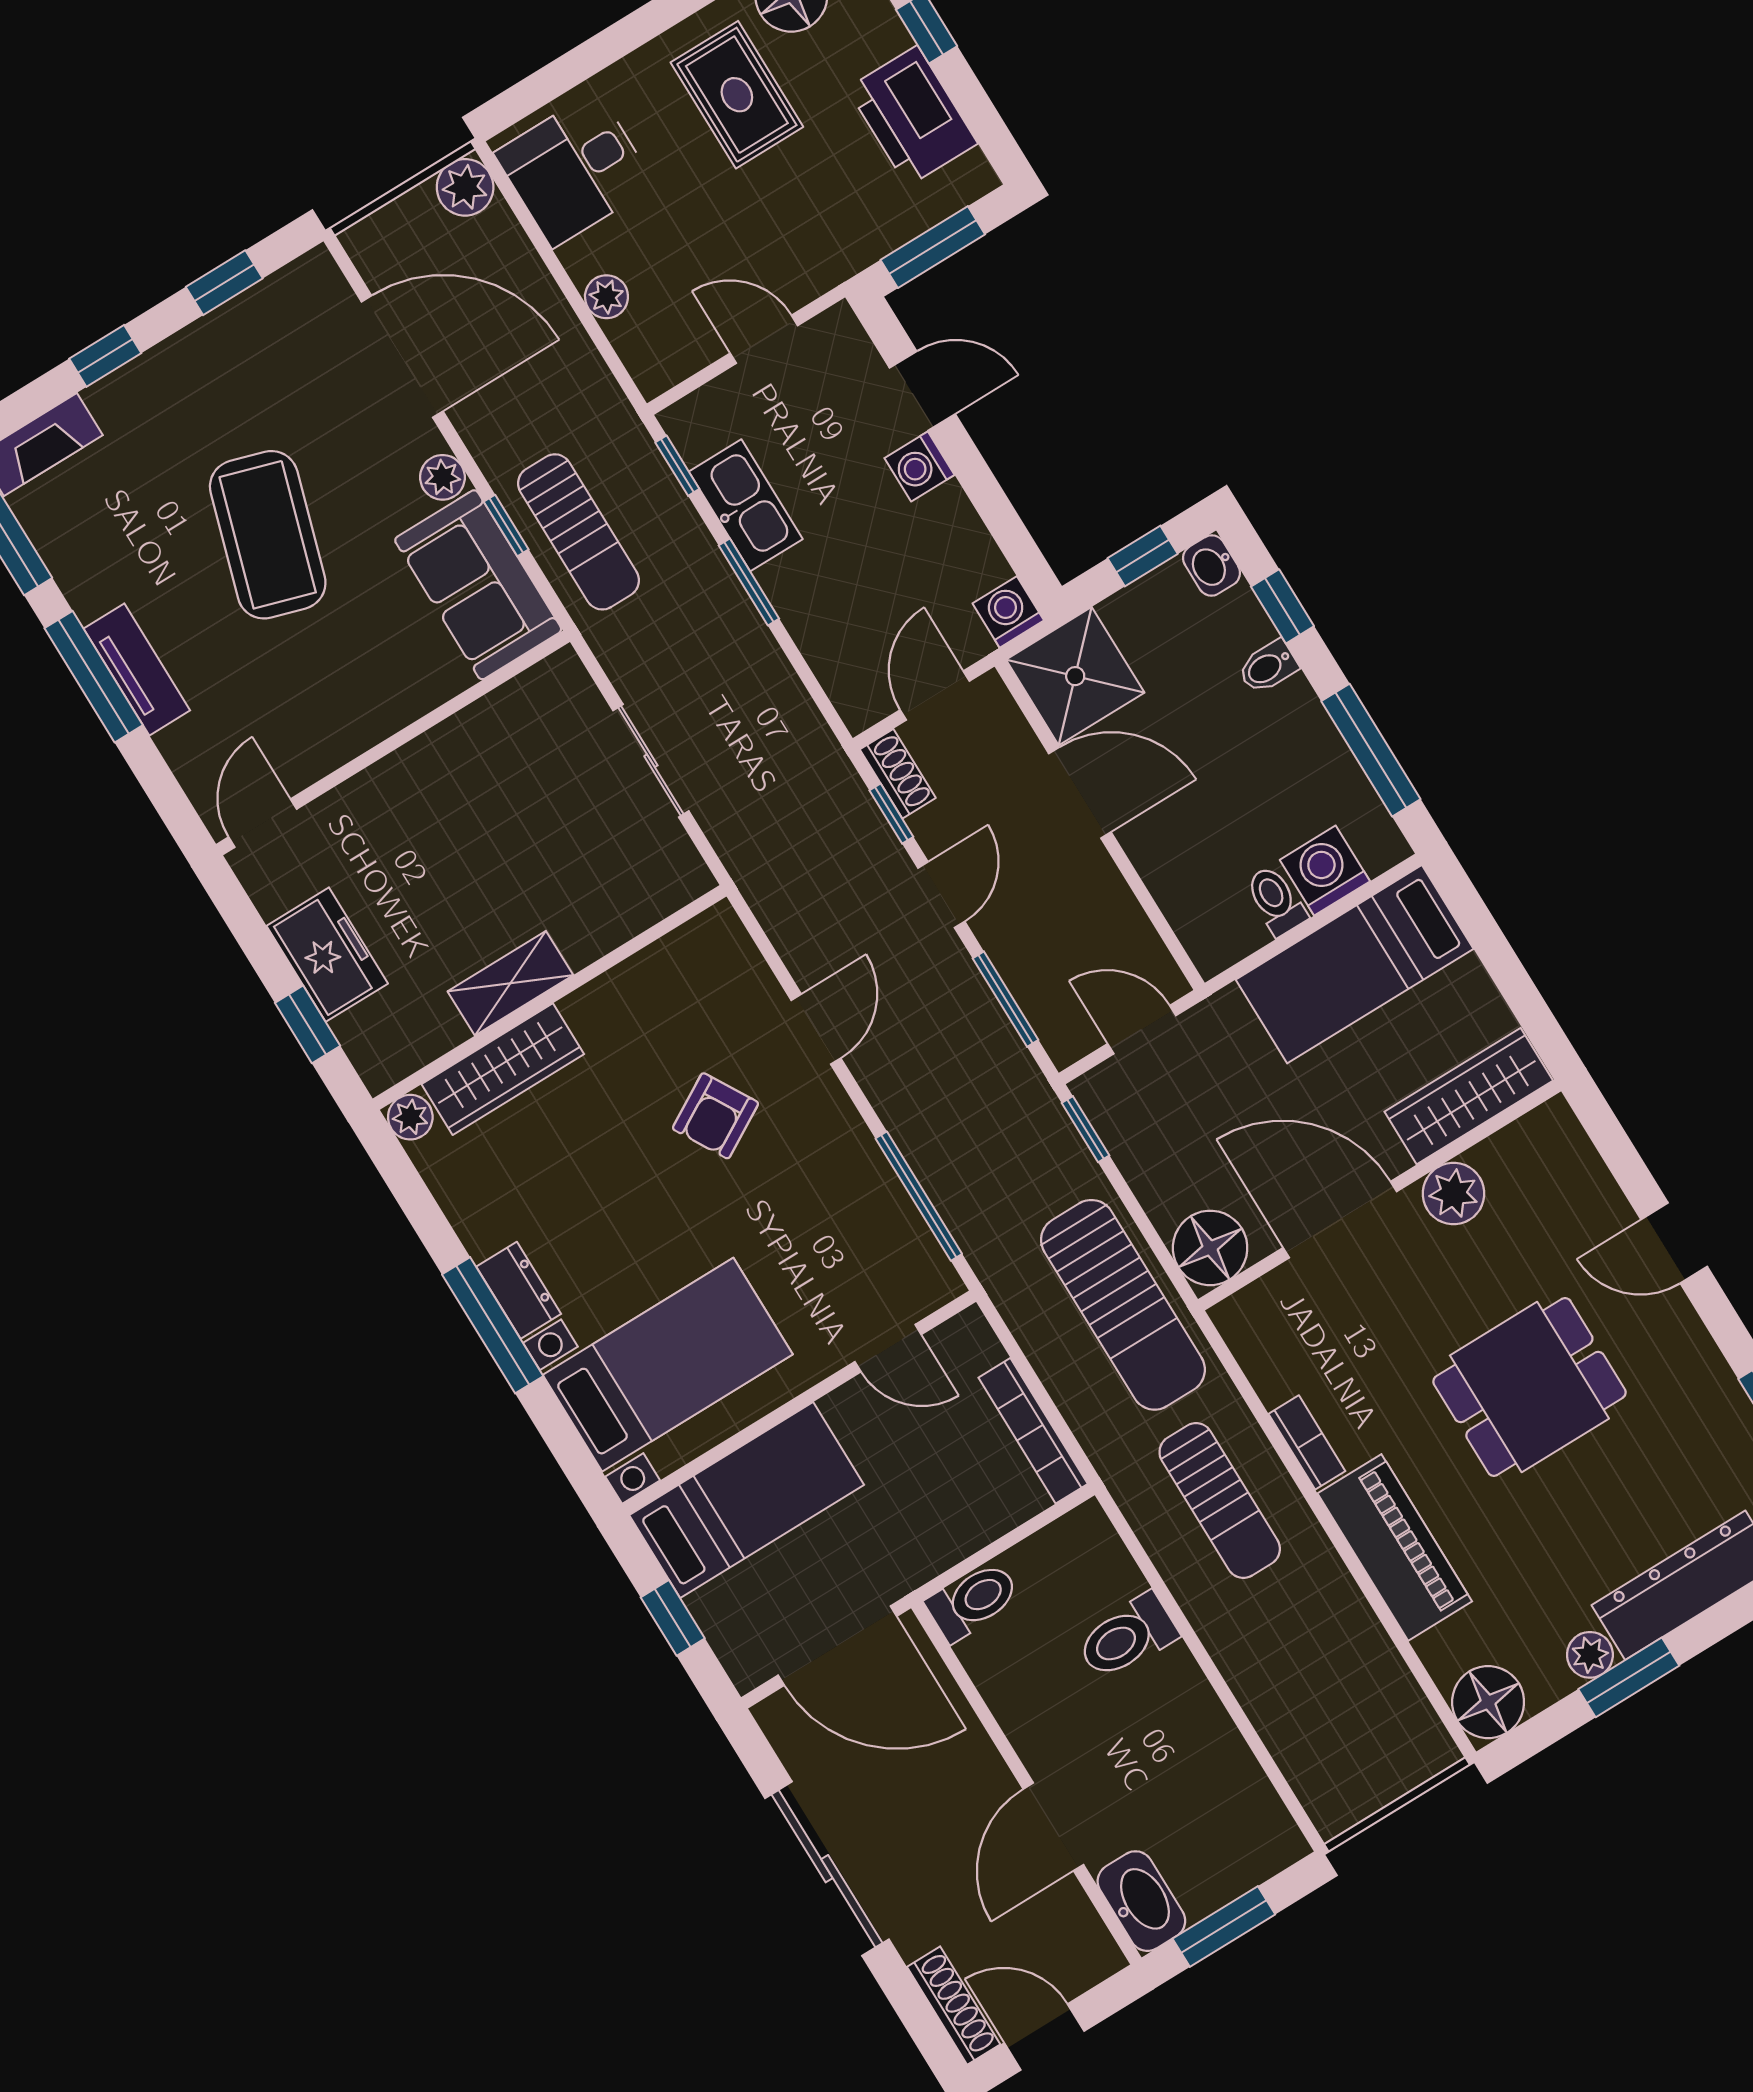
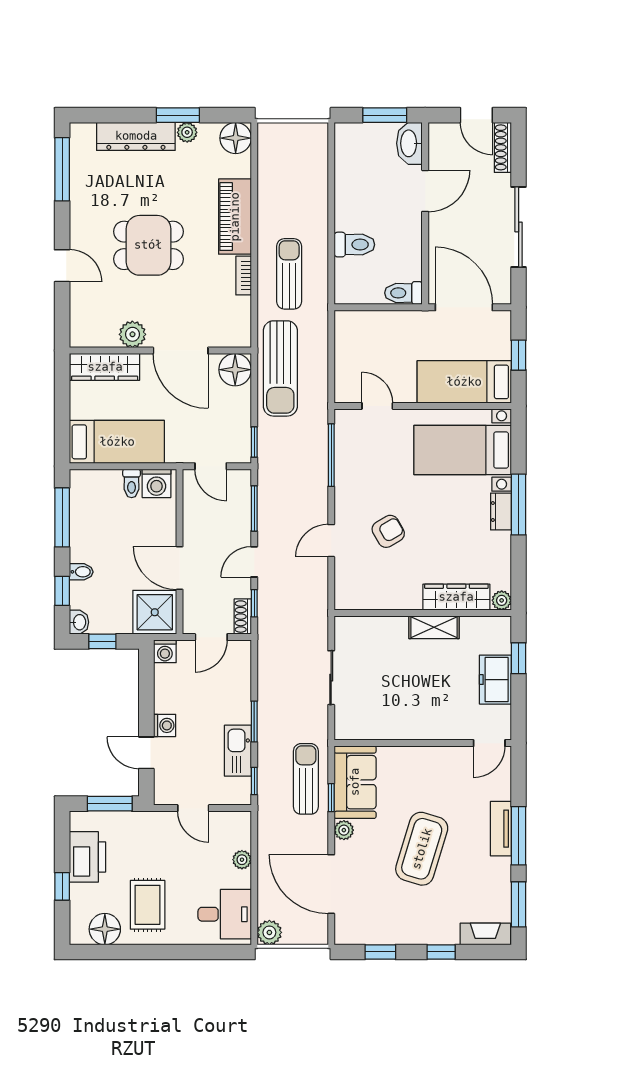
washing machine: (1325, 871) -> (157, 483), moved
sun lounger: (1123, 1305) -> (280, 368), turned 180
bookcase: (1033, 1431) -> (342, 342), removed

